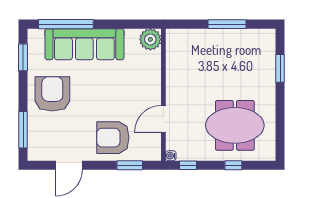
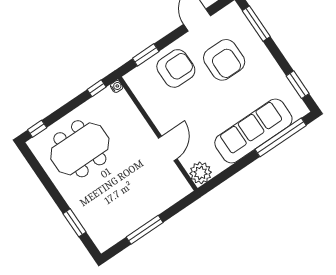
armchair: (52, 94) -> (224, 60), moved
door: (163, 119) -> (168, 148), moved
window: (233, 165) -> (37, 129), moved

